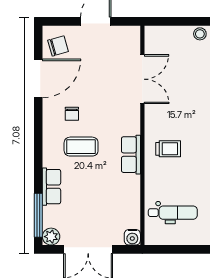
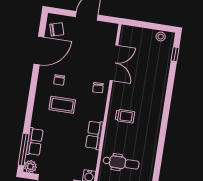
chair: (126, 116) -> (98, 88), added
row of seats: (131, 155) -> (94, 135), moved
row of seats: (51, 187) -> (35, 142), moved

